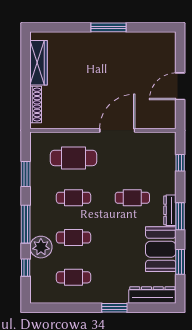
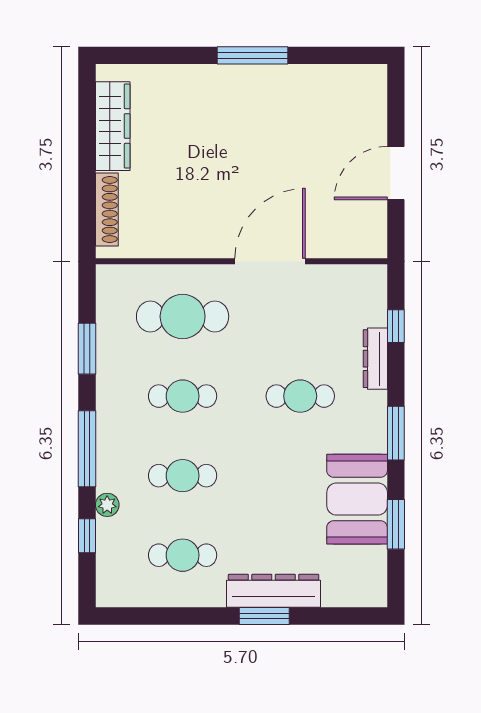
dresser: (170, 210) -> (375, 359), moved
plant: (41, 247) -> (107, 505), width x0.53, depth x0.53
dresser: (152, 295) -> (274, 591), moved

